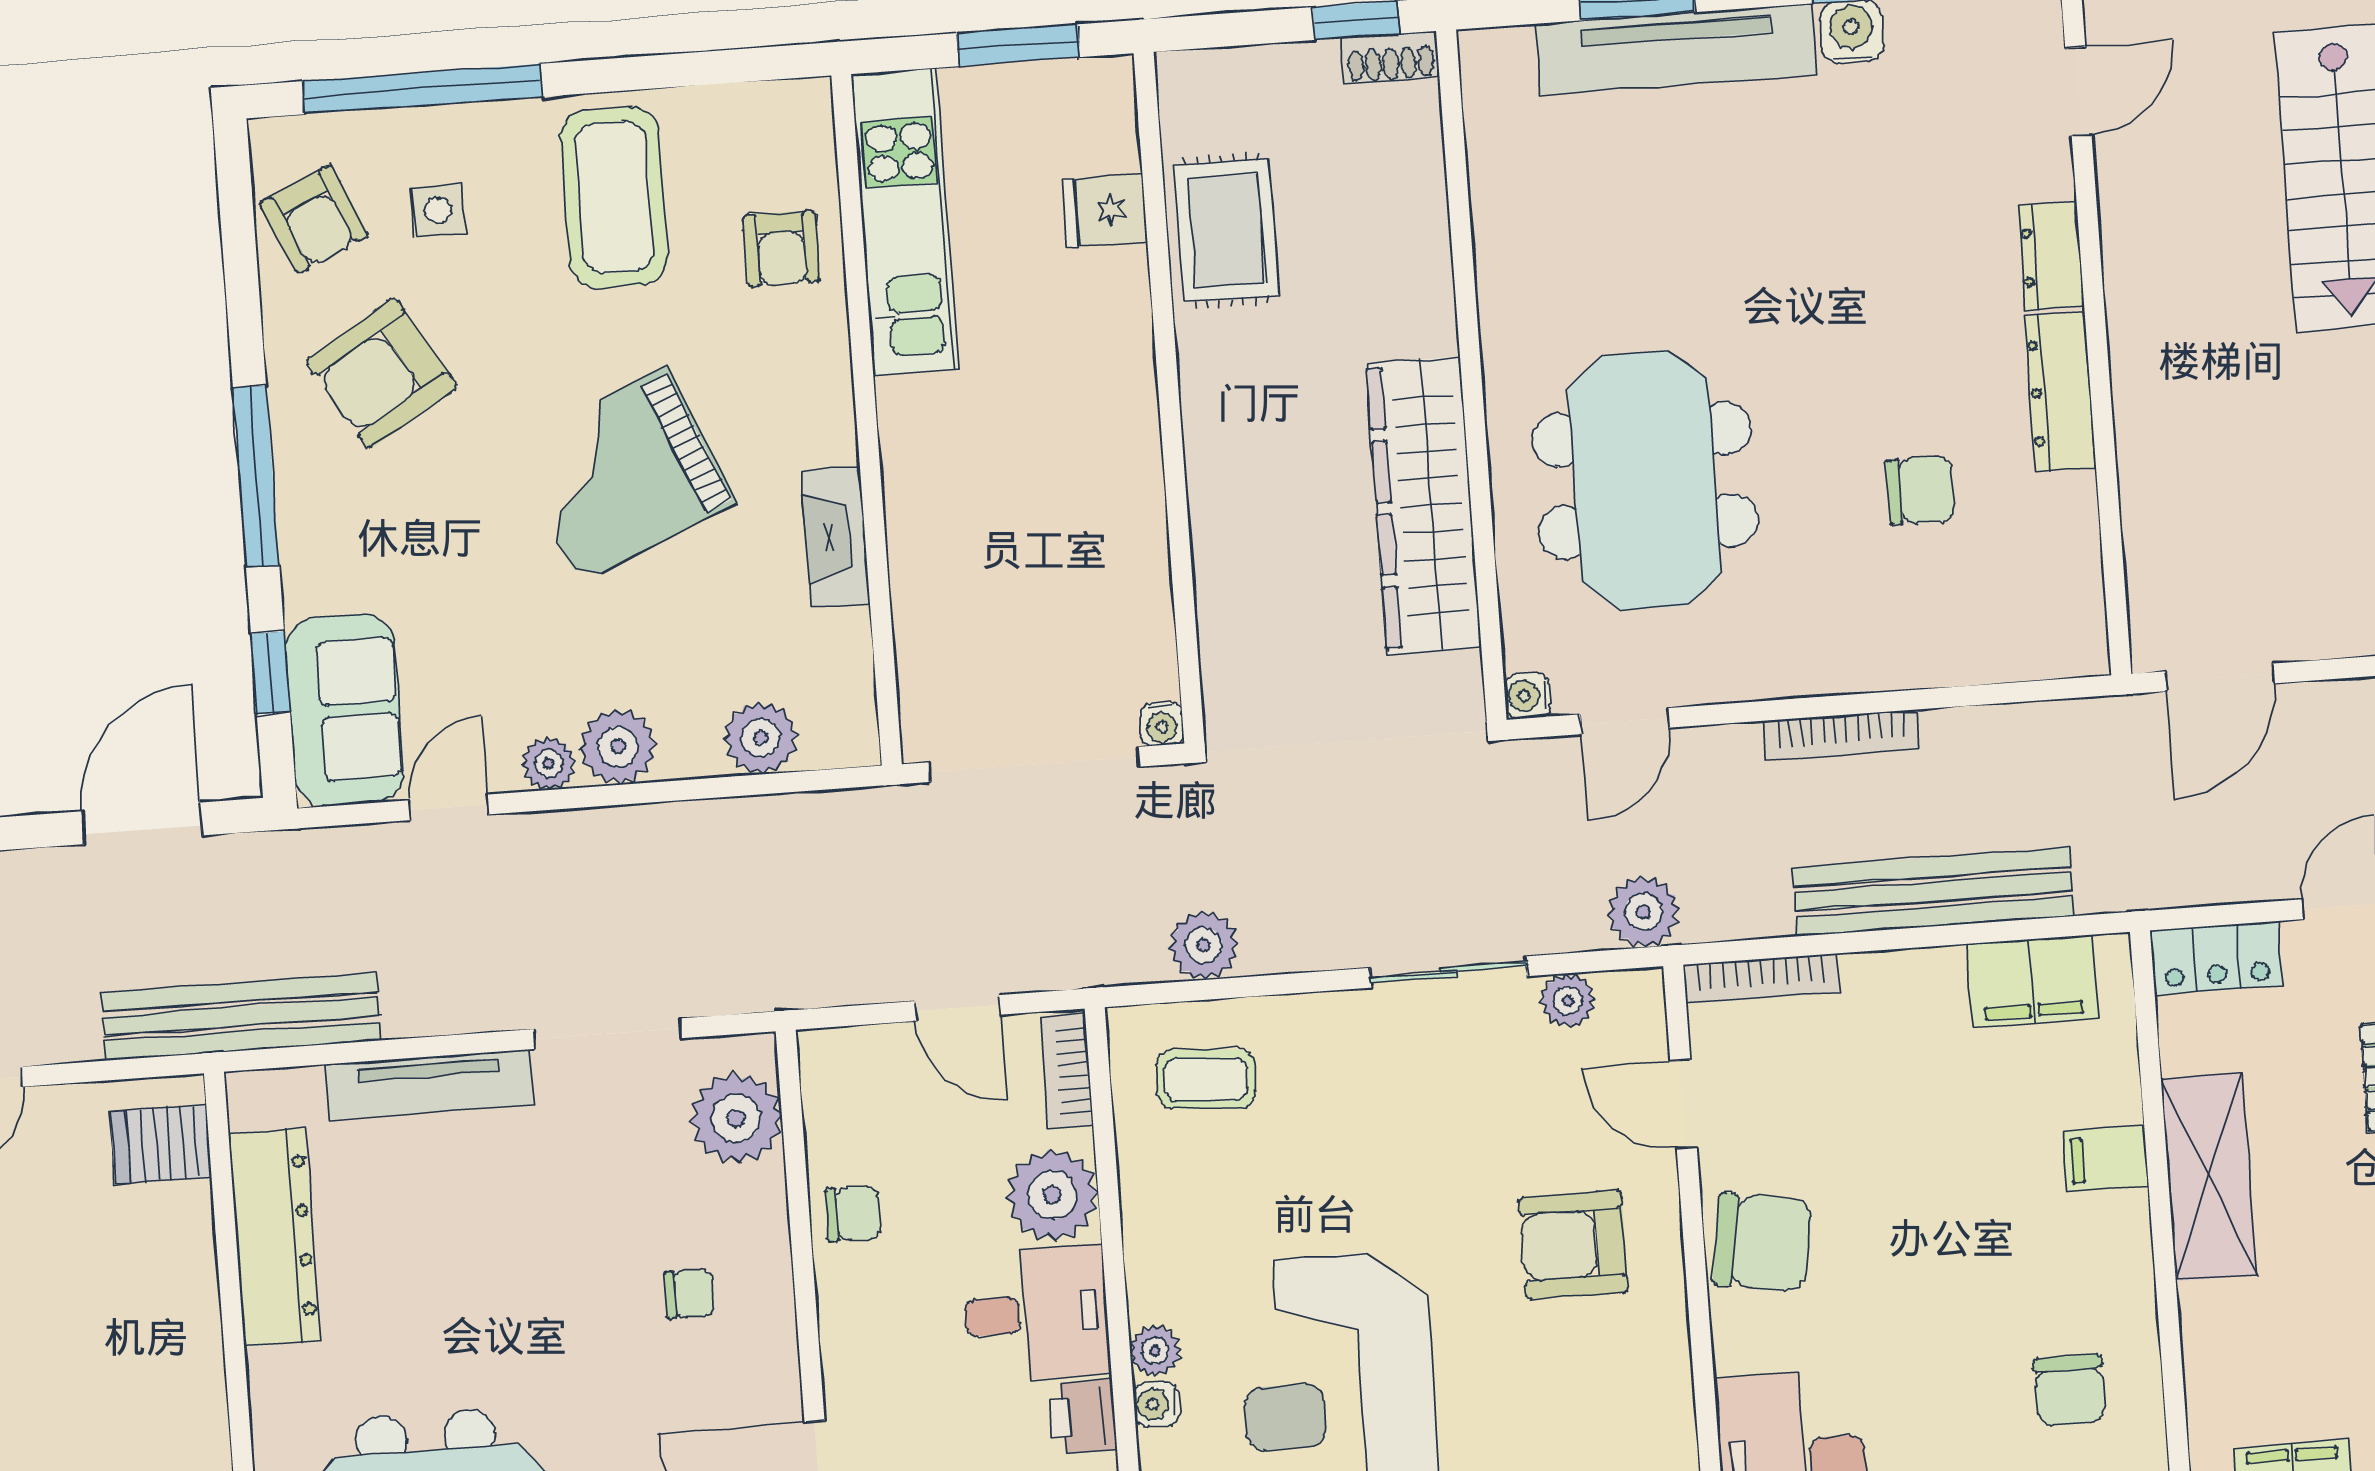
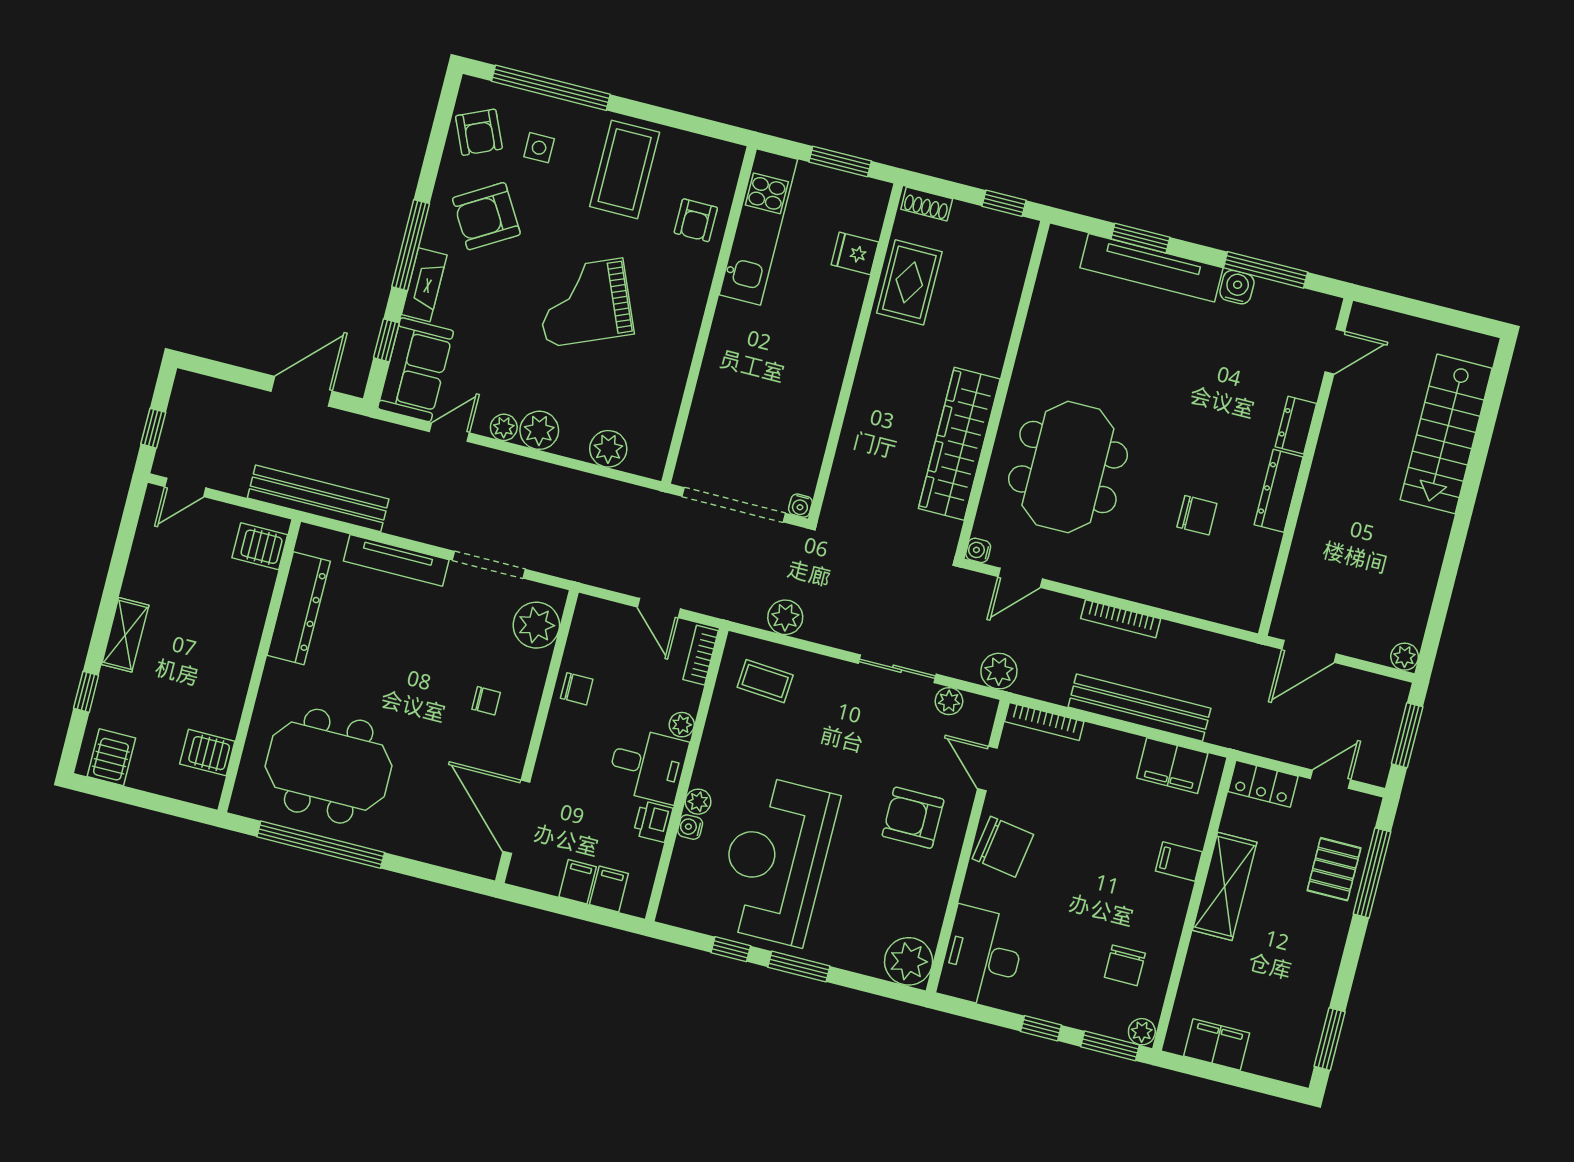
shoe rack: (1390, 58) -> (927, 204), moved
fireplace: (836, 537) -> (424, 285), moved, turned 180
plant: (1052, 1195) -> (682, 725), width x0.53, depth x0.53

